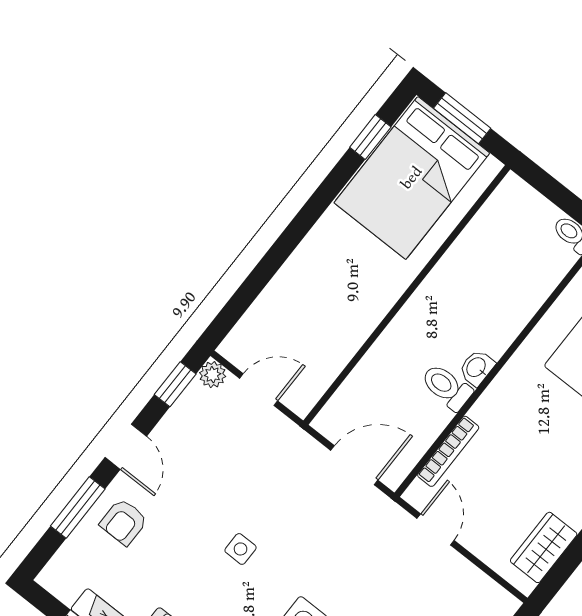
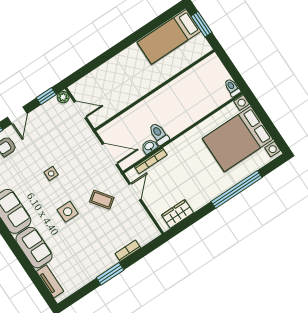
window: (370, 137) -> (161, 20), removed
bed: (412, 178) -> (169, 37), width x0.67
washbasin: (477, 368) -> (149, 146), moved
coffee table: (369, 570) -> (102, 200), added

